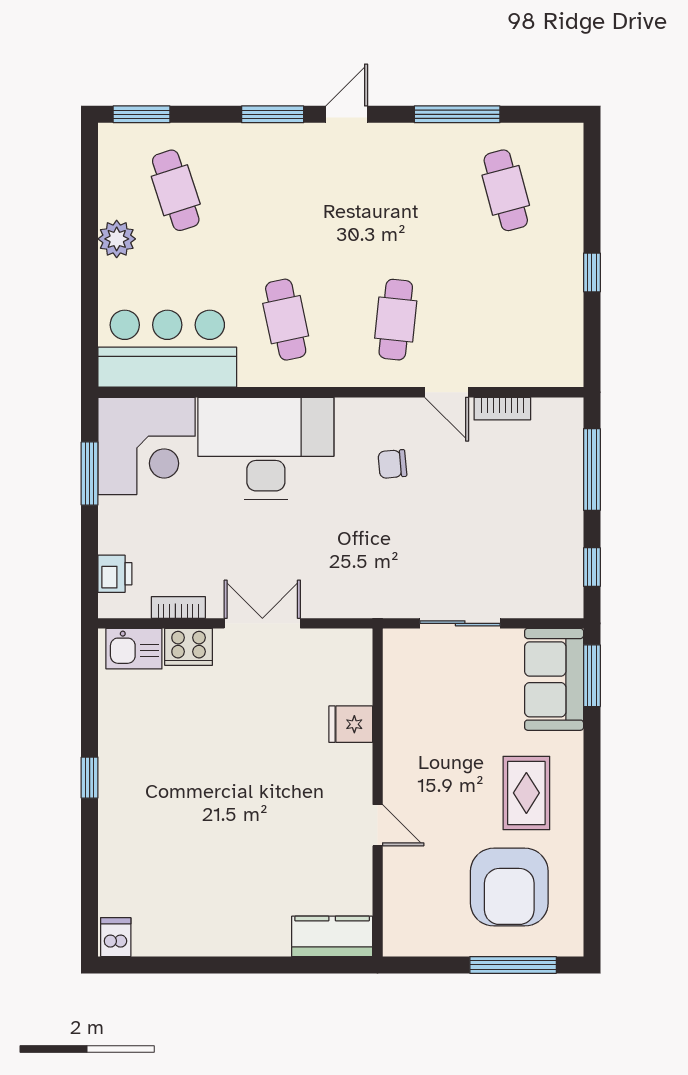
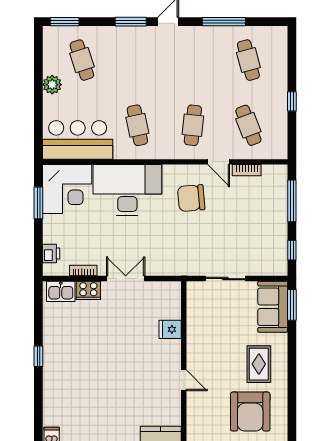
cafe table: (506, 320) -> (248, 125), added
chair: (392, 464) -> (191, 198), width x1.87, depth x1.87

